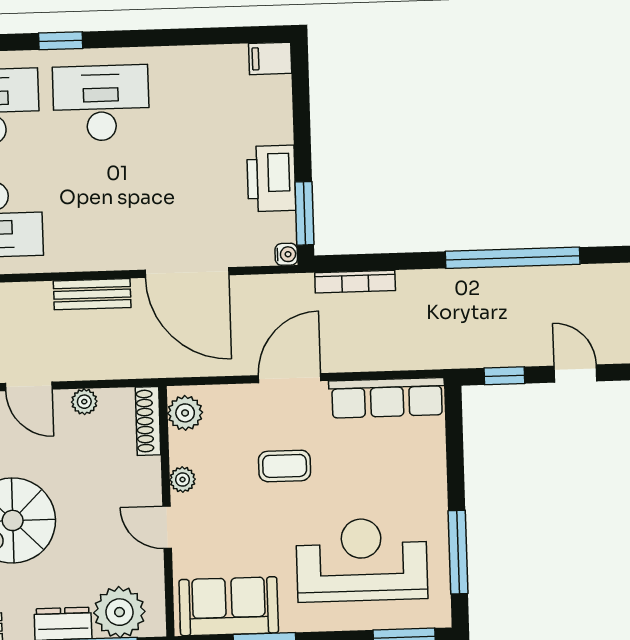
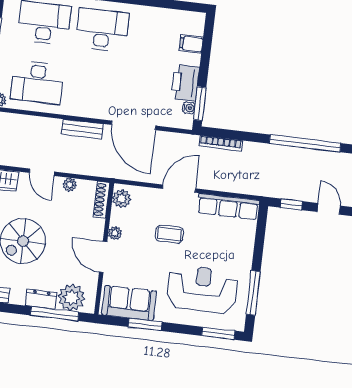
filing cabinet: (270, 58) -> (191, 44), moved
water cooler: (286, 254) -> (189, 108), moved
door: (167, 527) -> (103, 257), width x1.38

